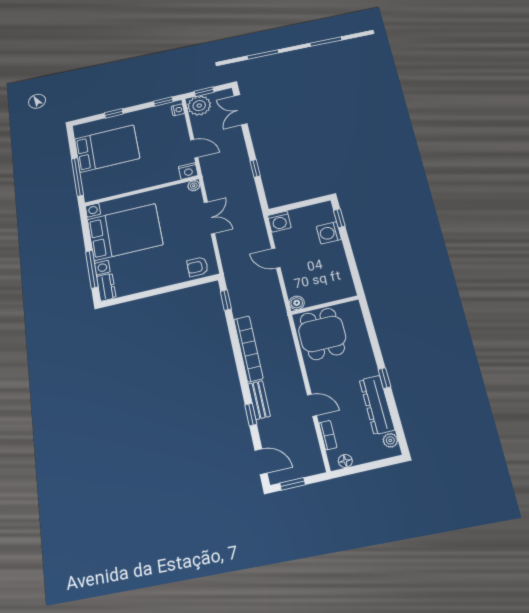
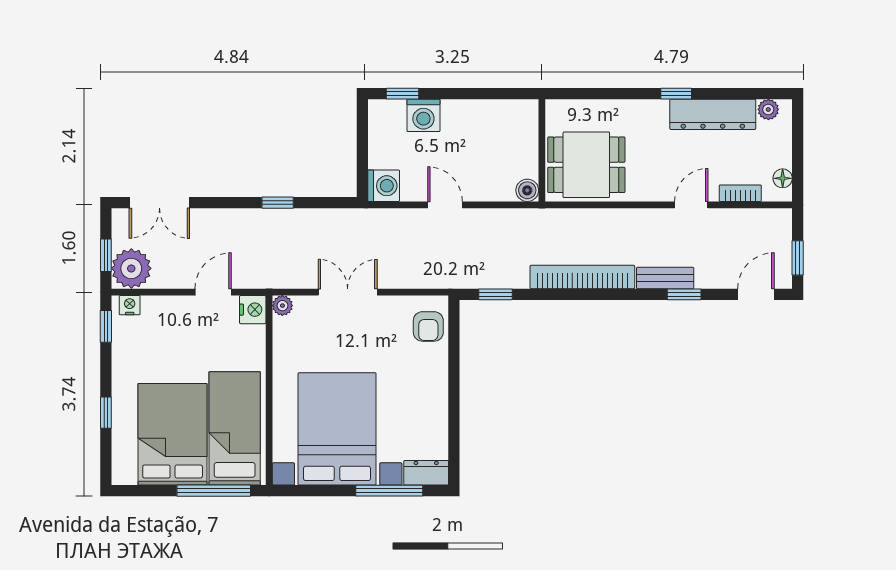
bed: (116, 179) -> (235, 428), added
door: (276, 258) -> (445, 205), swing flipped

